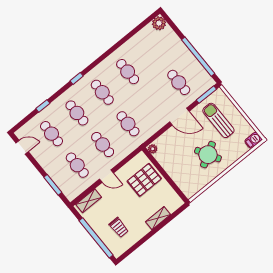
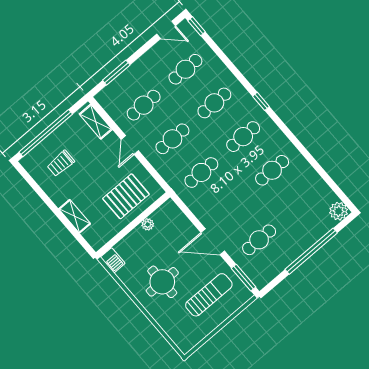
window: (198, 57) -> (311, 251), moved
window: (43, 106) -> (197, 26), moved
door: (179, 117) -> (213, 242), hinge flipped
barbecue: (253, 140) -> (113, 260), moved
door: (22, 147) -> (166, 30), hinge flipped
plant: (153, 149) -> (148, 224), moved
round table: (208, 155) -> (162, 282), turned 30
pallet: (144, 180) -> (126, 196), turned 90

